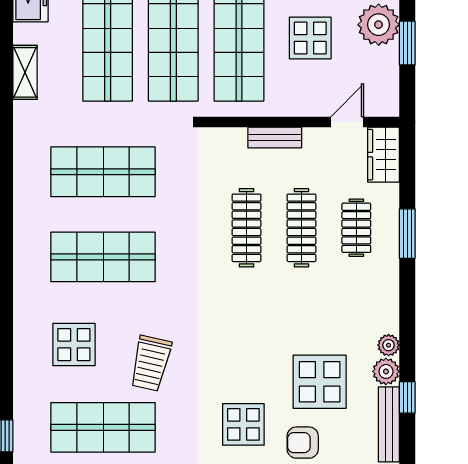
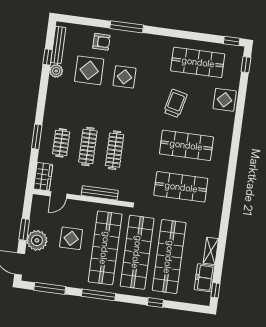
shelving: (25, 72) -> (211, 251), moved
bench: (275, 137) -> (100, 193), width x1.36
display table: (74, 345) -> (225, 100), moved
plant: (389, 345) -> (53, 84), removed
trolley: (151, 363) -> (175, 103), moved
display table: (243, 424) -> (125, 77), moved

